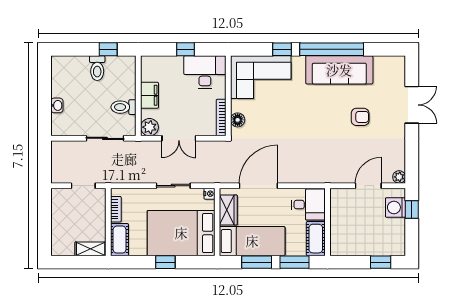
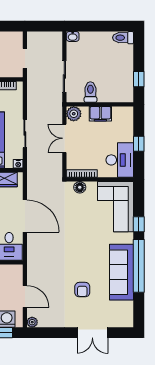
toilet: (97, 68) -> (123, 38), moved
washbasin: (57, 105) -> (73, 36), moved
door: (258, 186) -> (25, 216), moved

